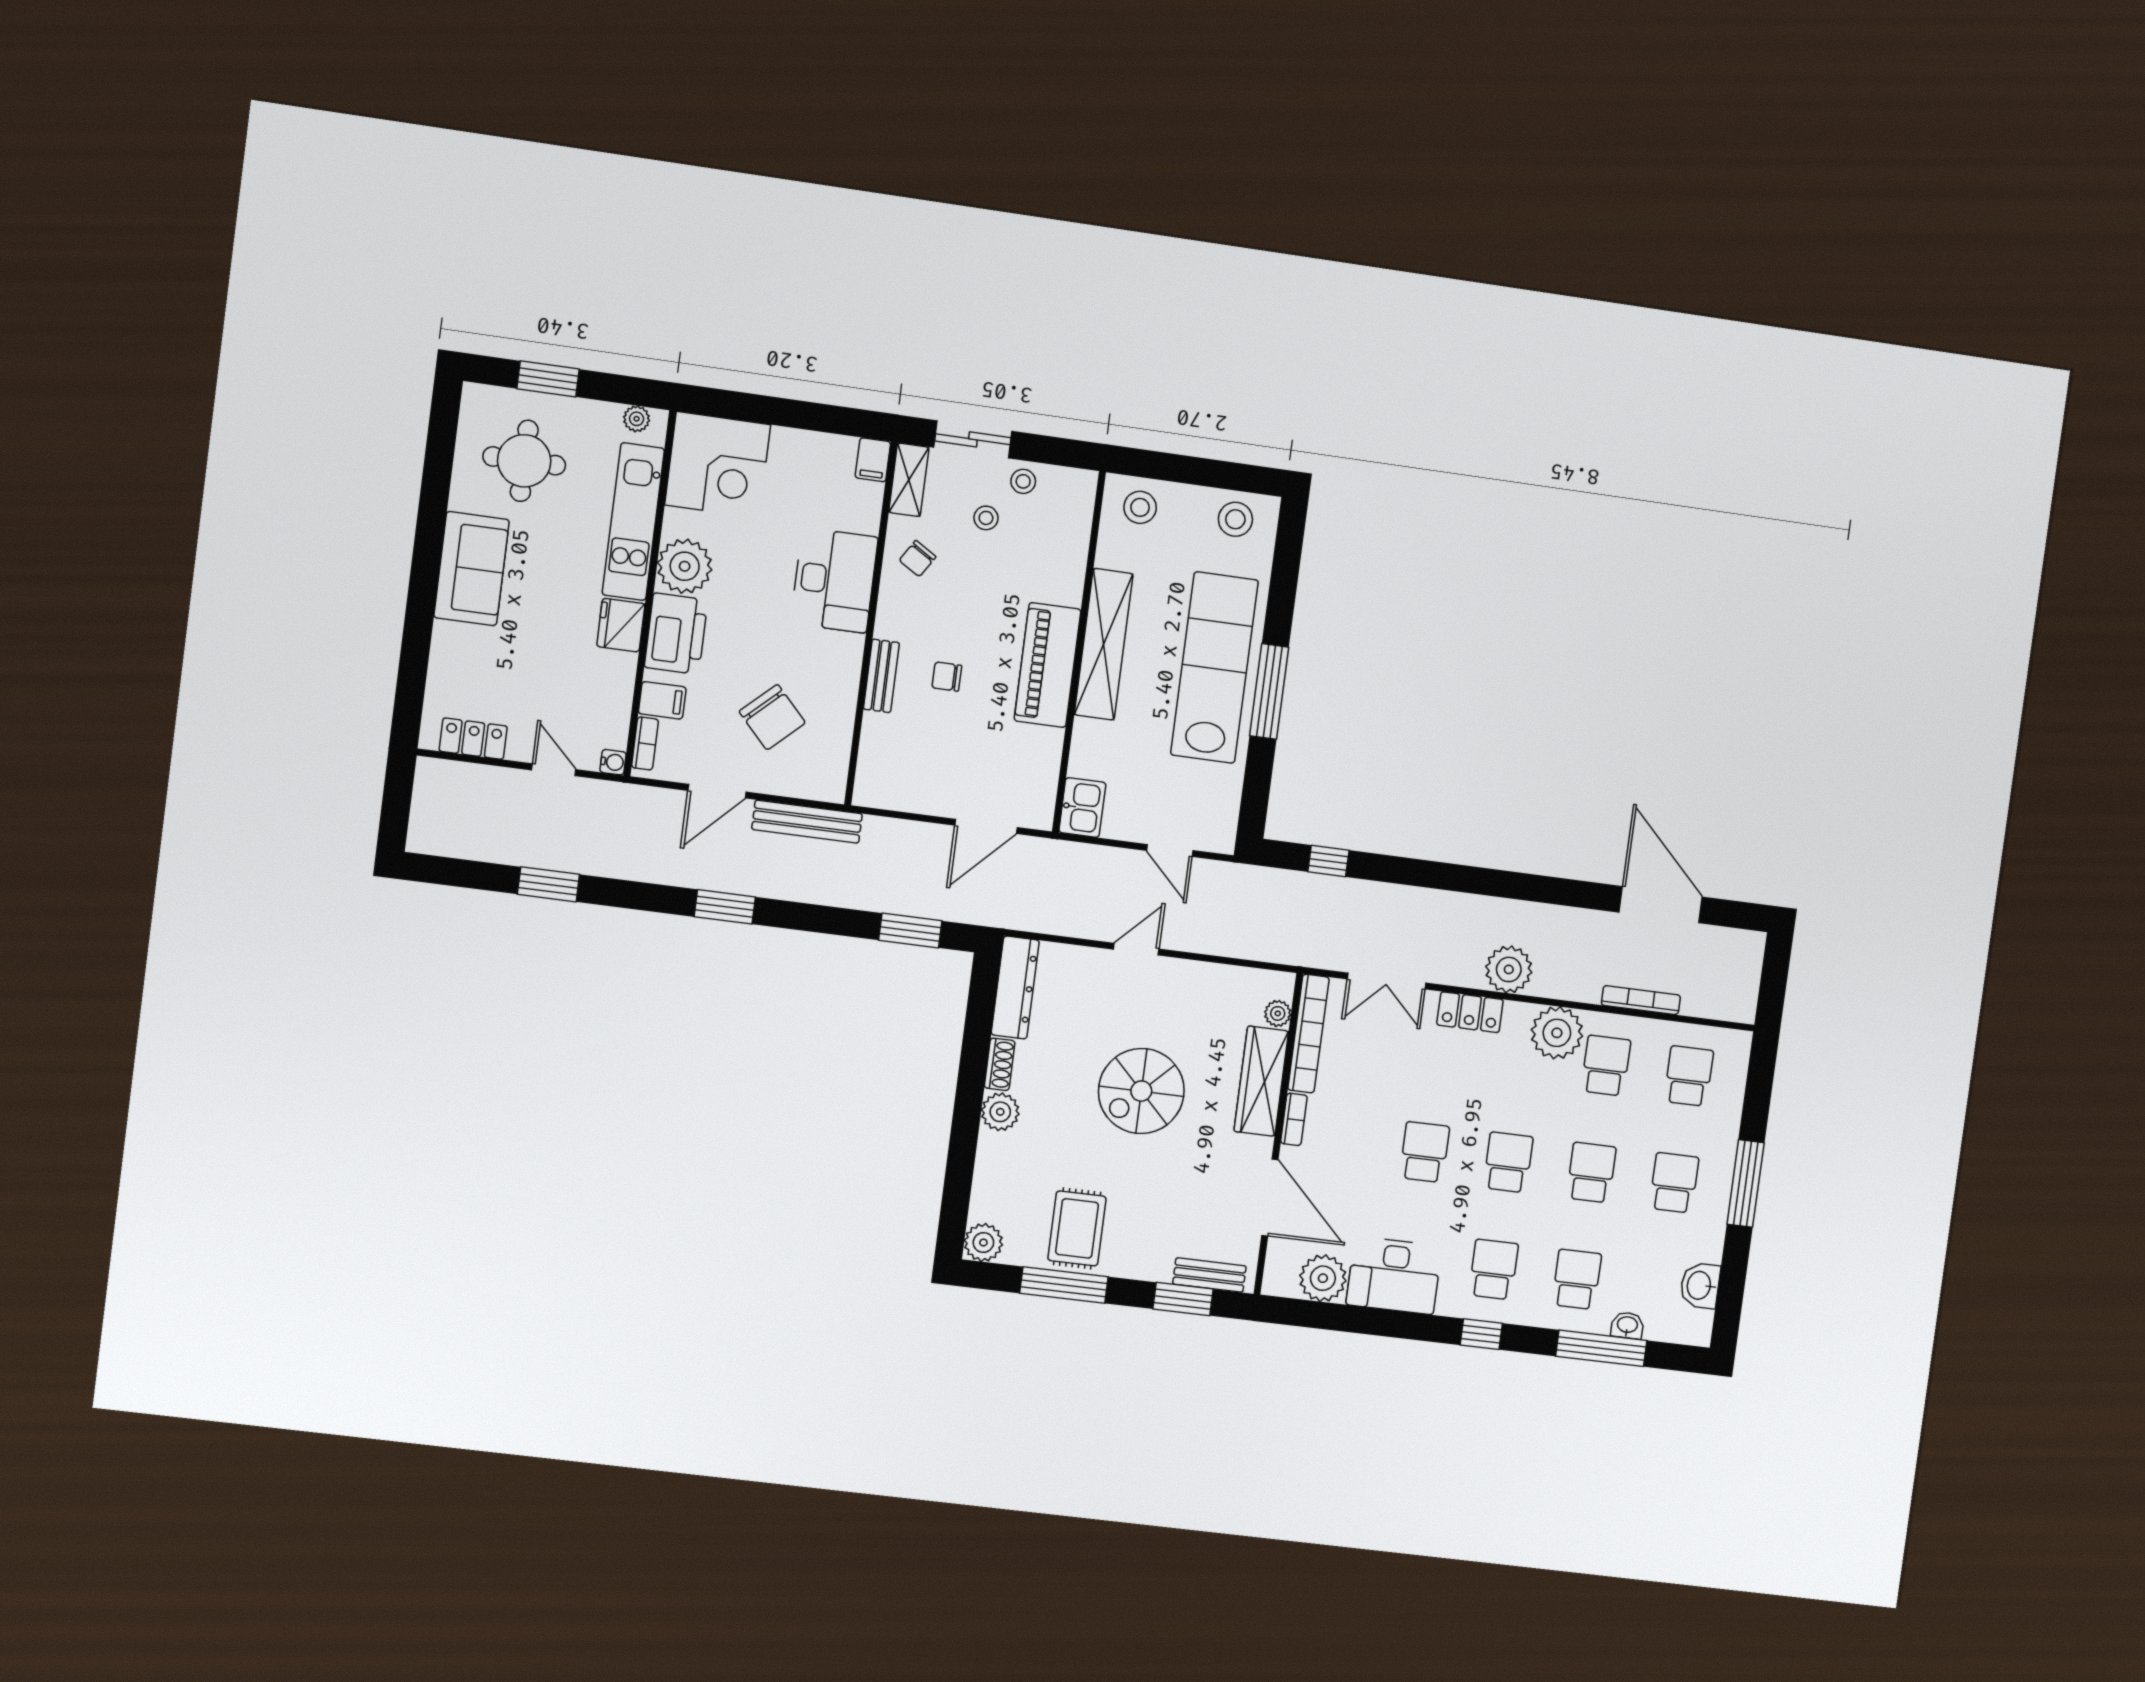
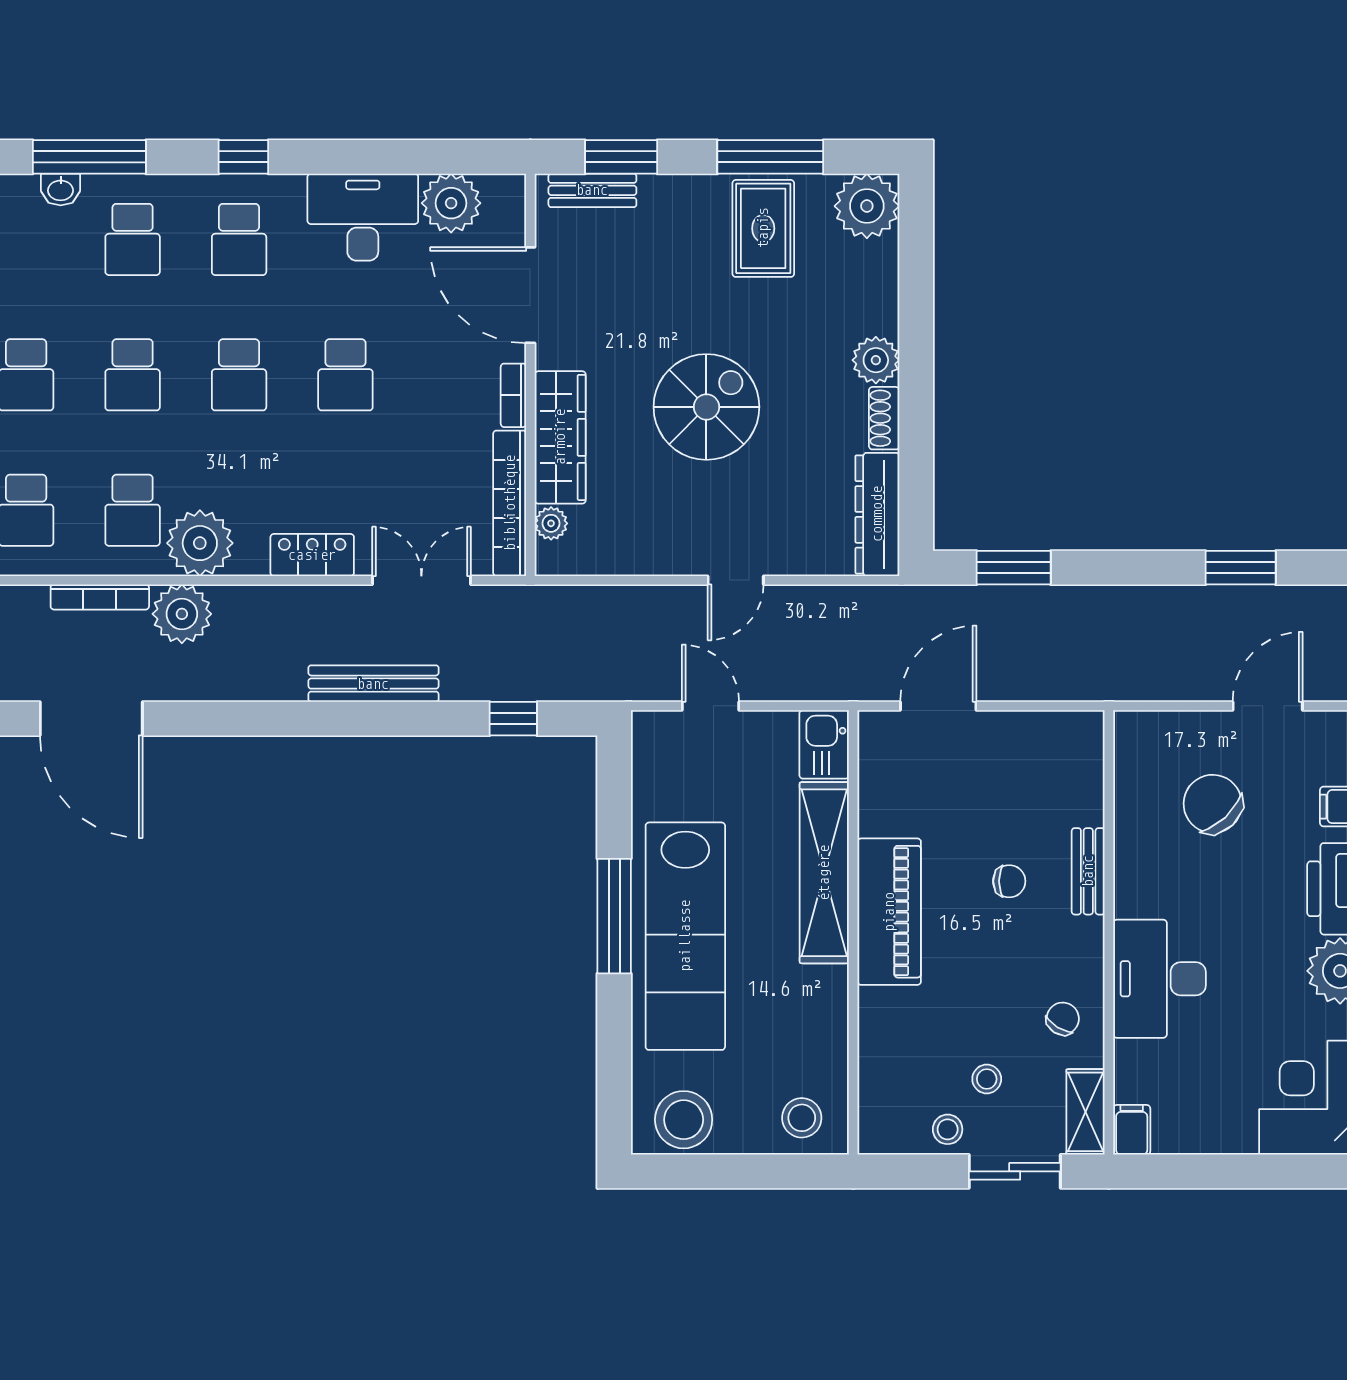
stool: (1235, 519) -> (684, 1120), width x1.38, depth x1.38
shelving: (1104, 644) -> (824, 873), moved
bench: (807, 822) -> (373, 684), moved
plant: (1509, 969) -> (182, 614), moved
plant: (983, 1242) -> (867, 206), width x1.36, depth x1.36

